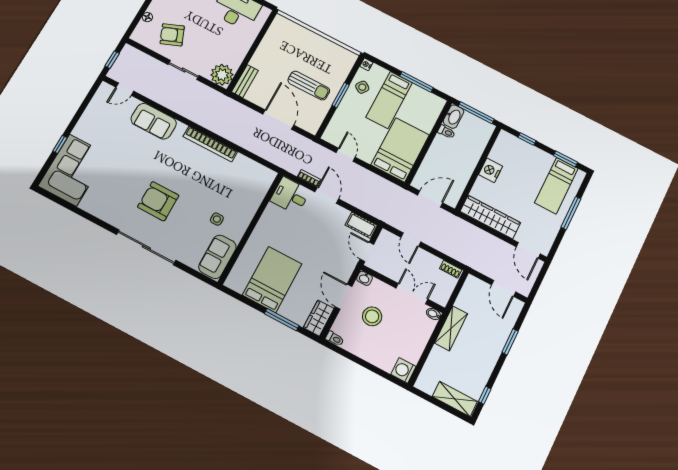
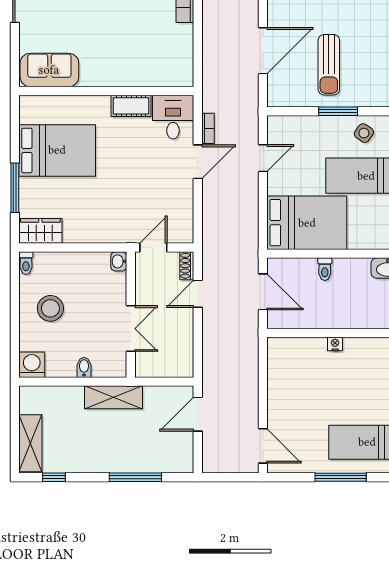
toilet: (446, 132) -> (325, 269), moved
nightstand: (491, 170) -> (335, 344), width x0.53, depth x0.56
wardrobe: (490, 217) -> (280, 378), removed
side table: (217, 219) -> (95, 44), removed
cot: (361, 225) -> (131, 106), moved, turned 90
door: (528, 250) -> (263, 446), swing flipped
shoe rack: (451, 269) -> (187, 266), moved
door: (504, 288) -> (198, 414), moved
door: (344, 297) -> (83, 247), removed
bidet: (434, 314) -> (84, 367), moved
stool: (372, 316) -> (50, 308), moved
window: (510, 342) -> (135, 477), width x1.44

